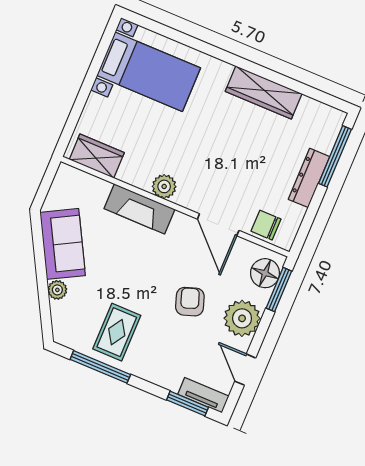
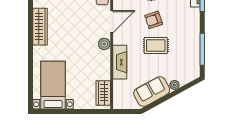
plant: (164, 186) -> (104, 44), moved
rug: (117, 332) -> (156, 46), moved

